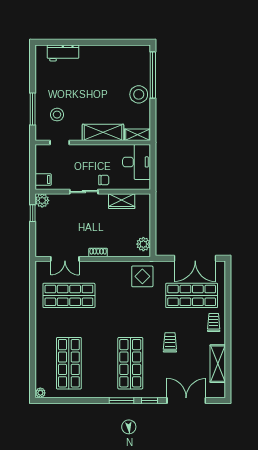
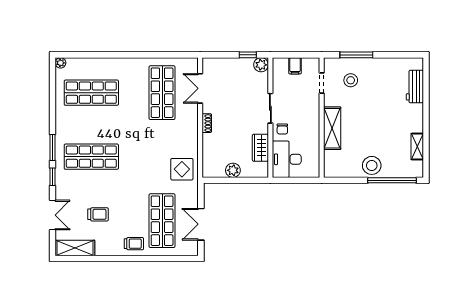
shelving: (137, 135) -> (417, 146), moved
desk: (137, 162) -> (287, 159), moved, turned 90
filing cabinet: (43, 180) -> (295, 66), moved
plant: (143, 244) -> (233, 170), moved
double door: (195, 258) -> (201, 224), width x0.73
trolley: (170, 342) -> (98, 214), moved
shelving: (218, 364) -> (75, 248), moved
double door: (186, 400) -> (52, 215), width x0.73

